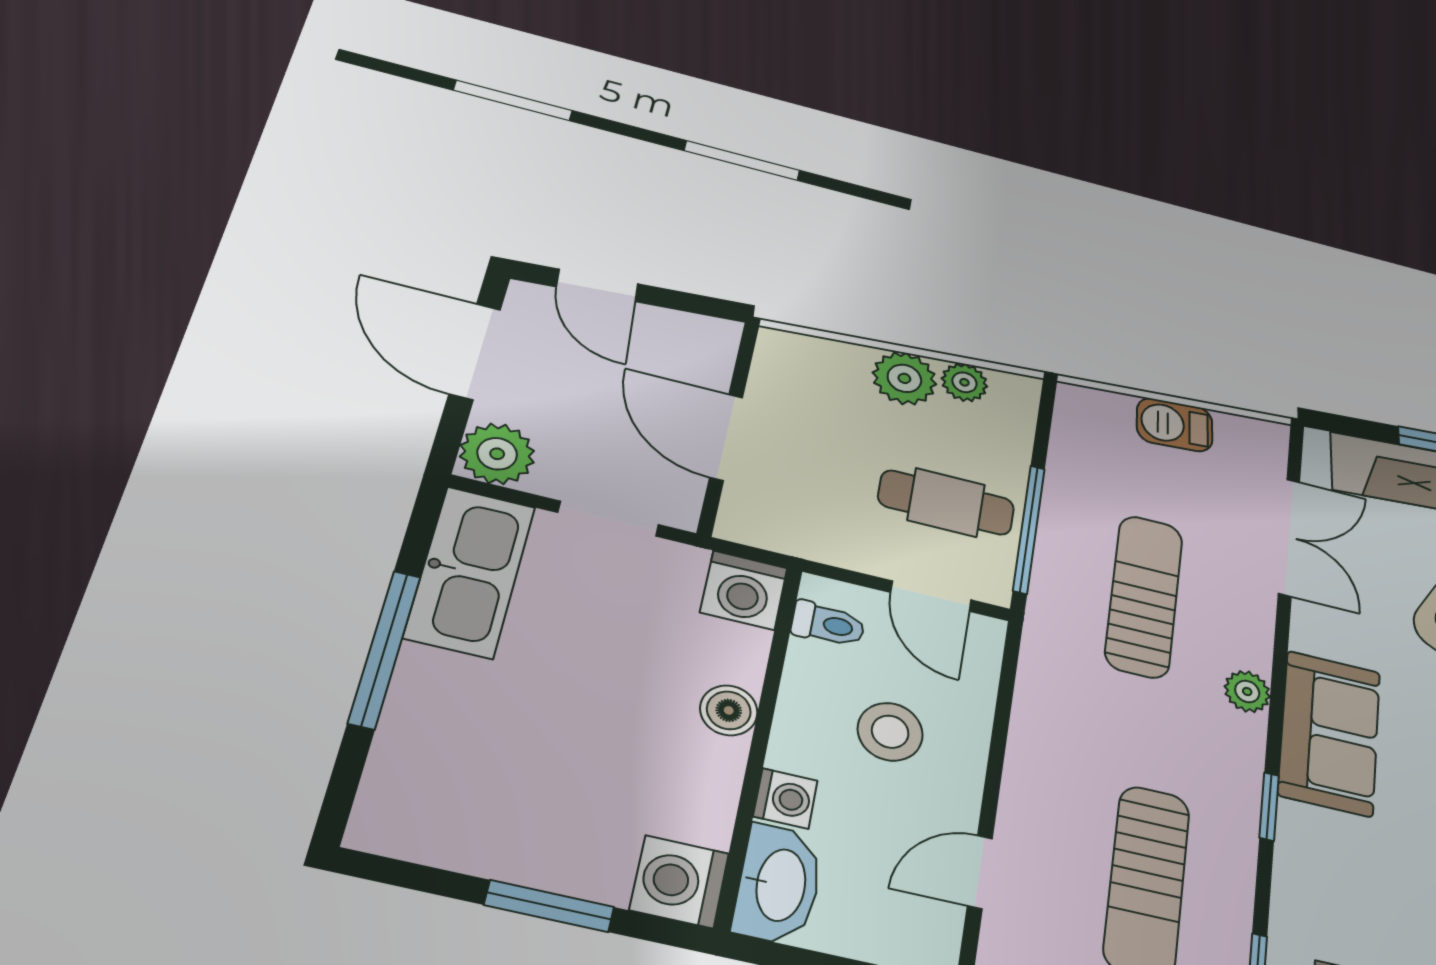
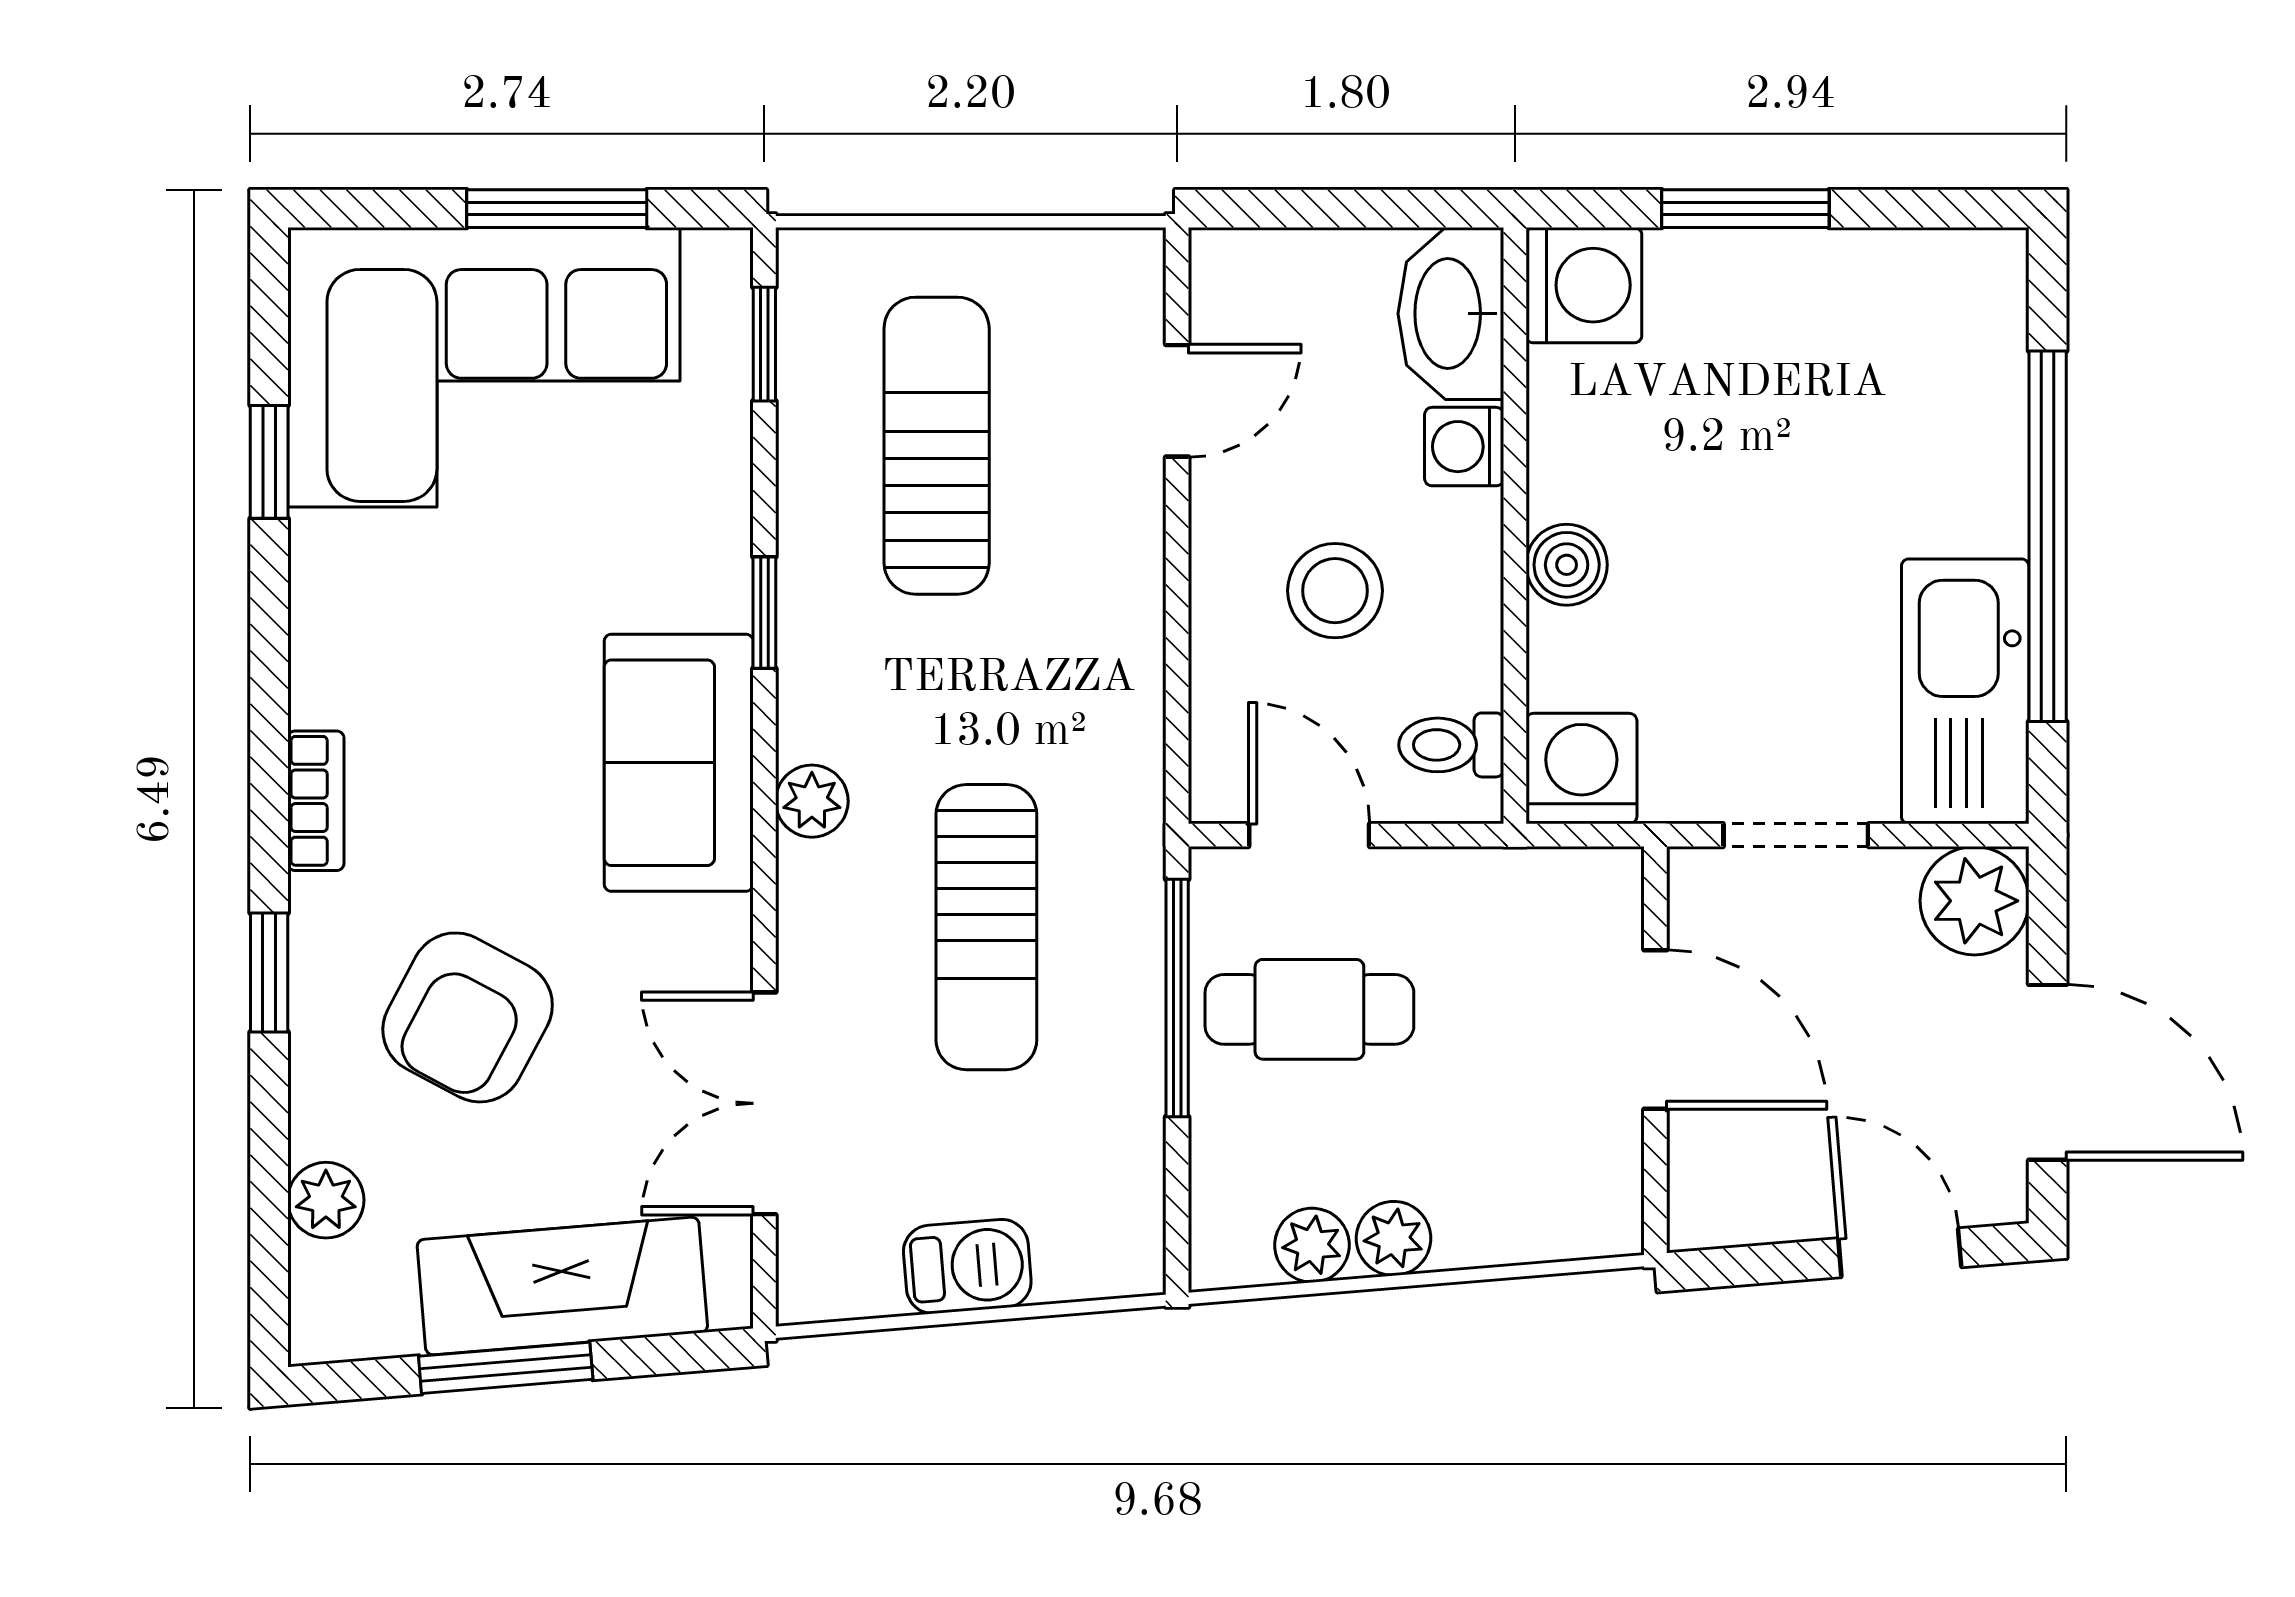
plant: (904, 378) -> (1394, 1238), width x0.73, depth x0.73
window: (385, 649) -> (2048, 536), width x1.46

